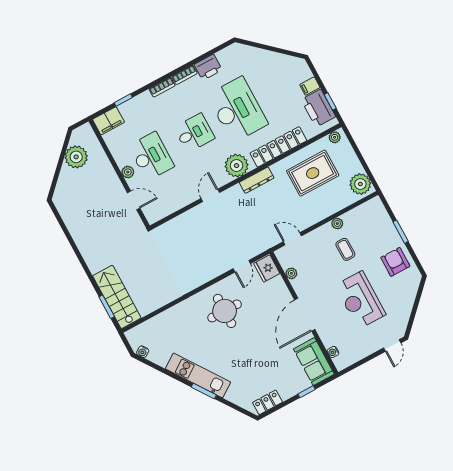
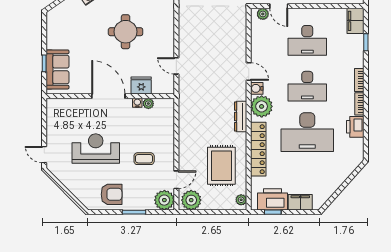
filing cabinet: (310, 86) -> (300, 202), width x2.00
desk: (194, 133) -> (307, 86), width x1.37
plant: (128, 172) -> (263, 14), moved
water cooler: (222, 179) -> (257, 88), added
door: (134, 200) -> (279, 6), hinge flipped
plant: (337, 224) -> (164, 200), moved, width x1.88, depth x1.88
door: (292, 239) -> (176, 180), moved
fridge: (267, 268) -> (141, 85), moved
round table: (225, 311) -> (126, 32), moved
water cooler: (333, 352) -> (137, 103), moved
sofa: (314, 362) -> (57, 69), moved, turned 90
locker: (267, 402) -> (53, 26), removed

